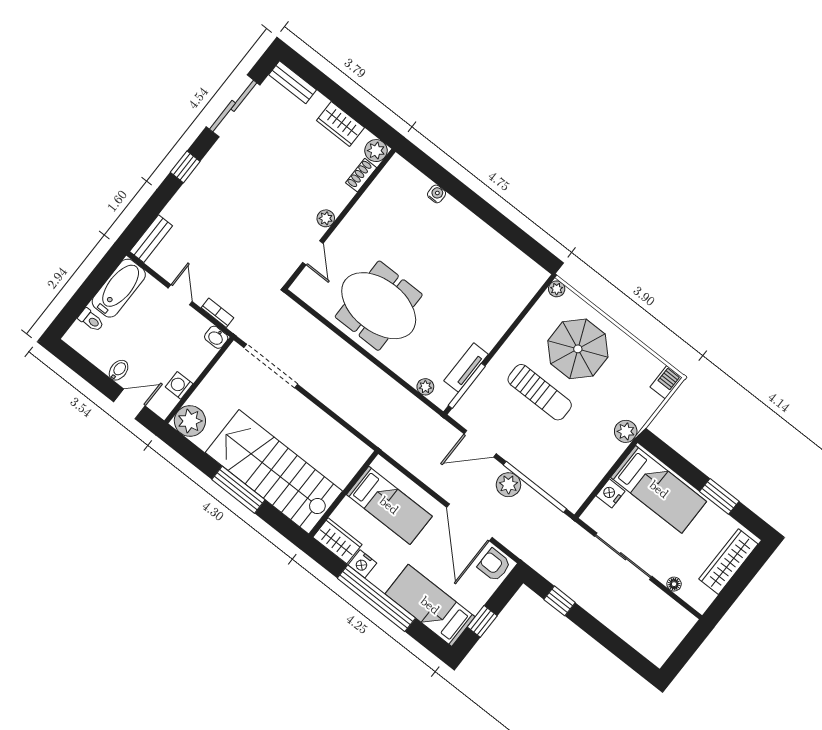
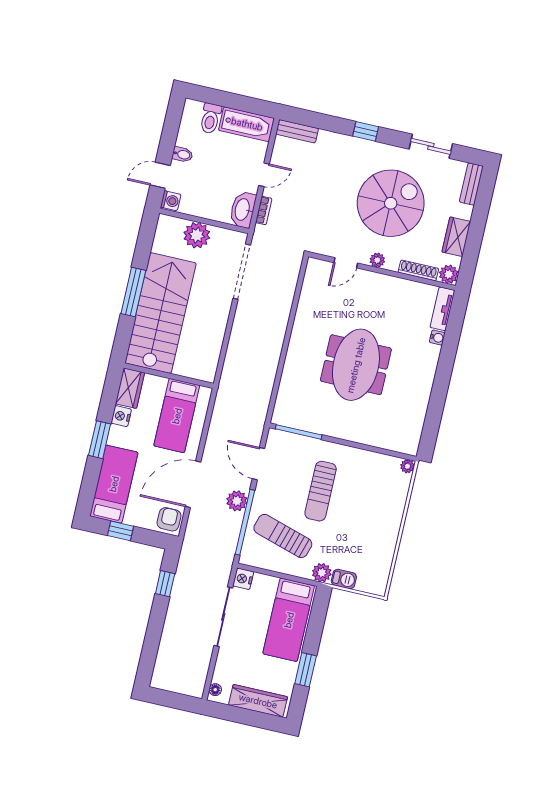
sliding door: (233, 106) -> (431, 146), width x0.73
shoe rack: (361, 175) -> (418, 270), width x1.43
spiral stairs: (273, 176) -> (391, 203), added
meeting table: (379, 306) -> (356, 365), moved
toilet: (91, 320) -> (210, 118), width x1.37, depth x1.39
washbasin: (216, 337) -> (243, 210), width x1.91, depth x1.45
parasol: (578, 349) -> (368, 505), removed
tv unit: (466, 368) -> (442, 309), moved, turned -90
barbecue: (666, 382) -> (344, 579), moved
washing machine: (179, 385) -> (171, 201), moved, turned 90
plant: (425, 387) -> (283, 400), removed
door: (129, 404) -> (160, 175), swing flipped
plant: (190, 421) -> (197, 235), moved
sun lounger: (568, 454) -> (283, 536), added
nightstand: (610, 493) -> (243, 579), moved, turned -90
floor lamp: (674, 584) -> (215, 690), moved
window: (376, 598) -> (100, 440), width x0.47

